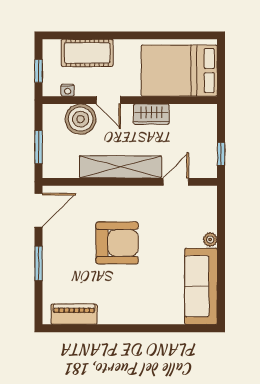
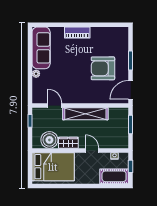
cot: (87, 53) -> (114, 176), moved
boiler: (81, 119) -> (49, 140), moved
door: (176, 182) -> (55, 105), swing flipped
armchair: (117, 243) -> (103, 68), moved
piano: (74, 314) -> (77, 33), moved

